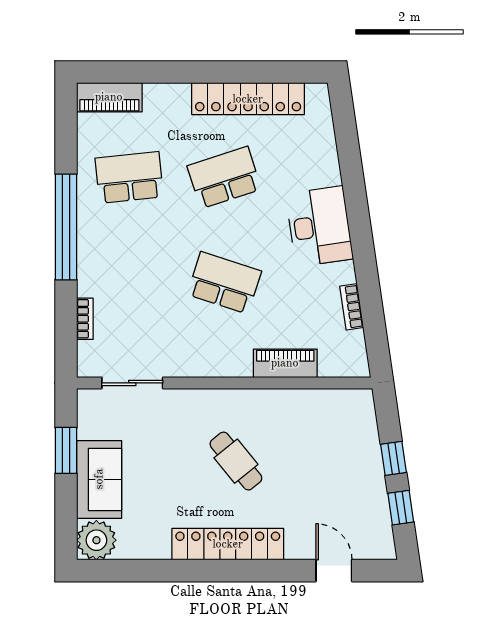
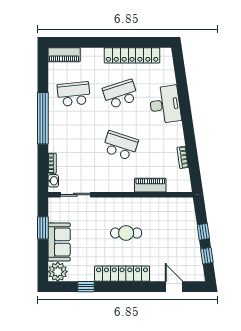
desk: (319, 226) -> (165, 105), moved
washbasin: (87, 355) -> (53, 181), added
cafe table: (236, 461) -> (126, 233), turned -51
window: (154, 571) -> (86, 287), added

